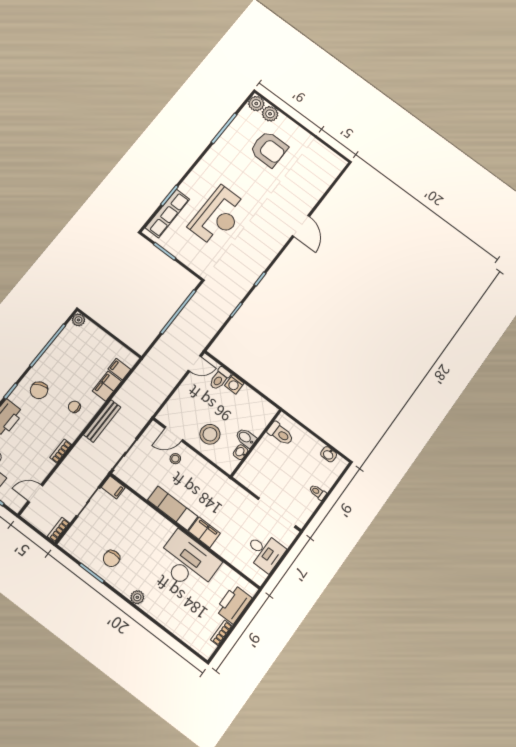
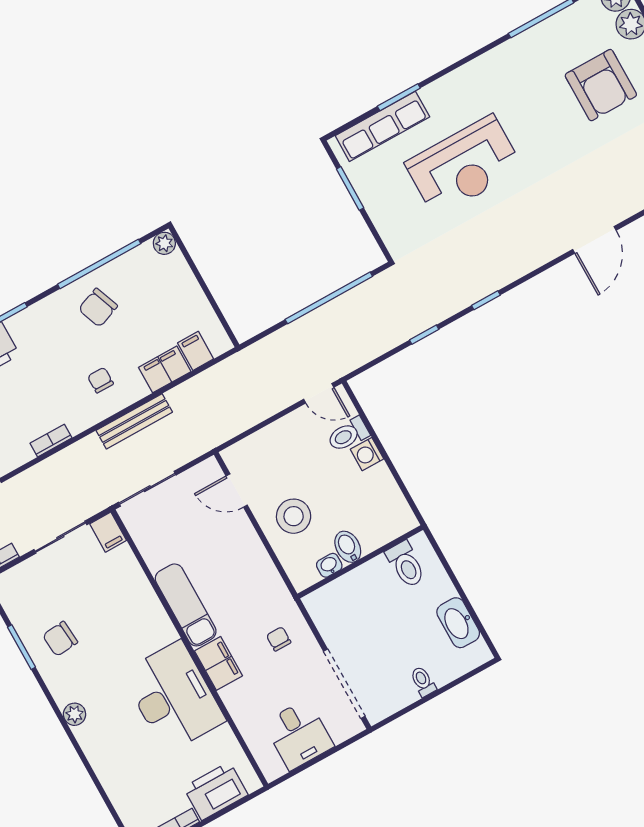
chair: (39, 390) -> (98, 308), moved
washbasin: (329, 454) -> (458, 623), width x1.91, depth x1.45
stool: (175, 459) -> (223, 530), removed
chair: (231, 504) -> (279, 639), added

